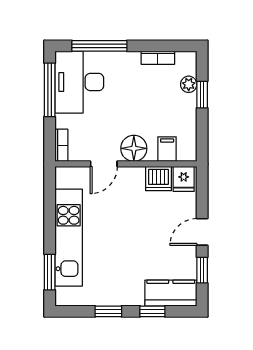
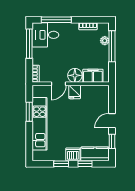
desk: (79, 82) -> (45, 35), width x0.73
window: (202, 95) -> (112, 46), width x2.17
filing cabinet: (167, 149) -> (93, 76), width x2.00
dishwasher: (159, 179) -> (73, 154), moved, turned 180
fridge: (184, 179) -> (75, 92), moved
window: (50, 272) -> (29, 112), moved

